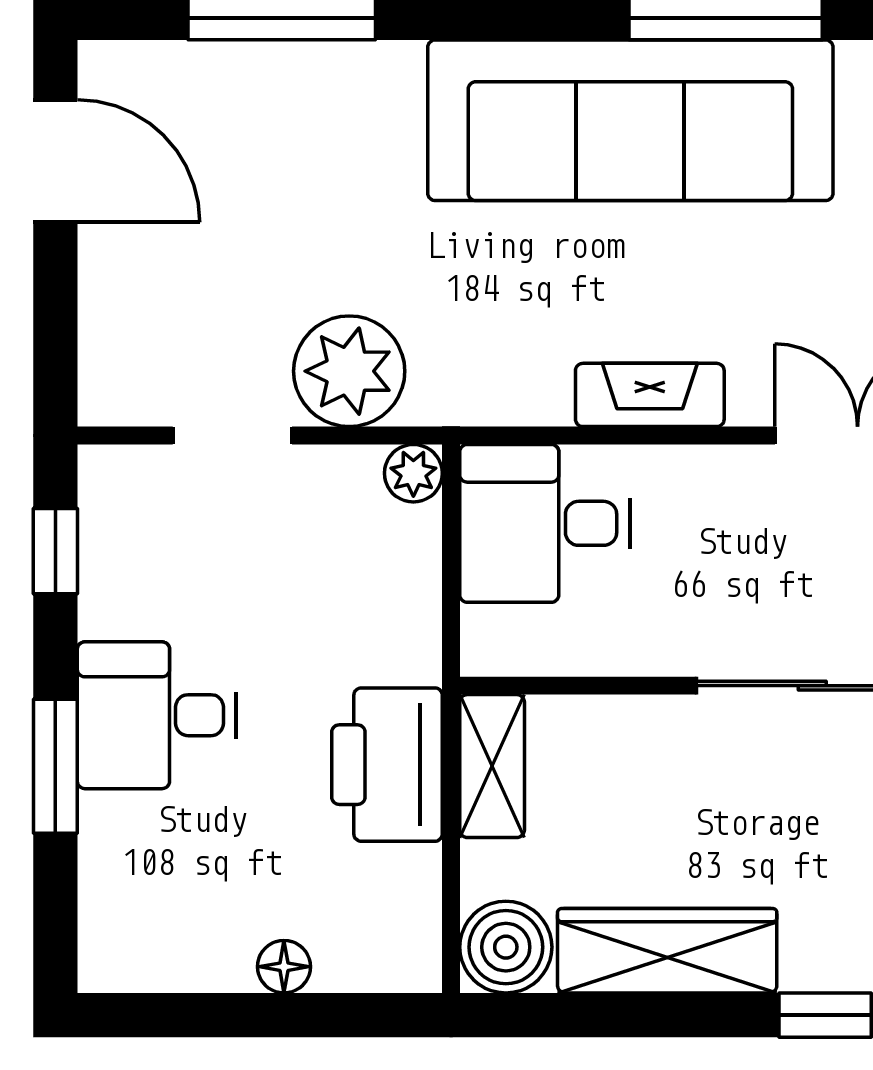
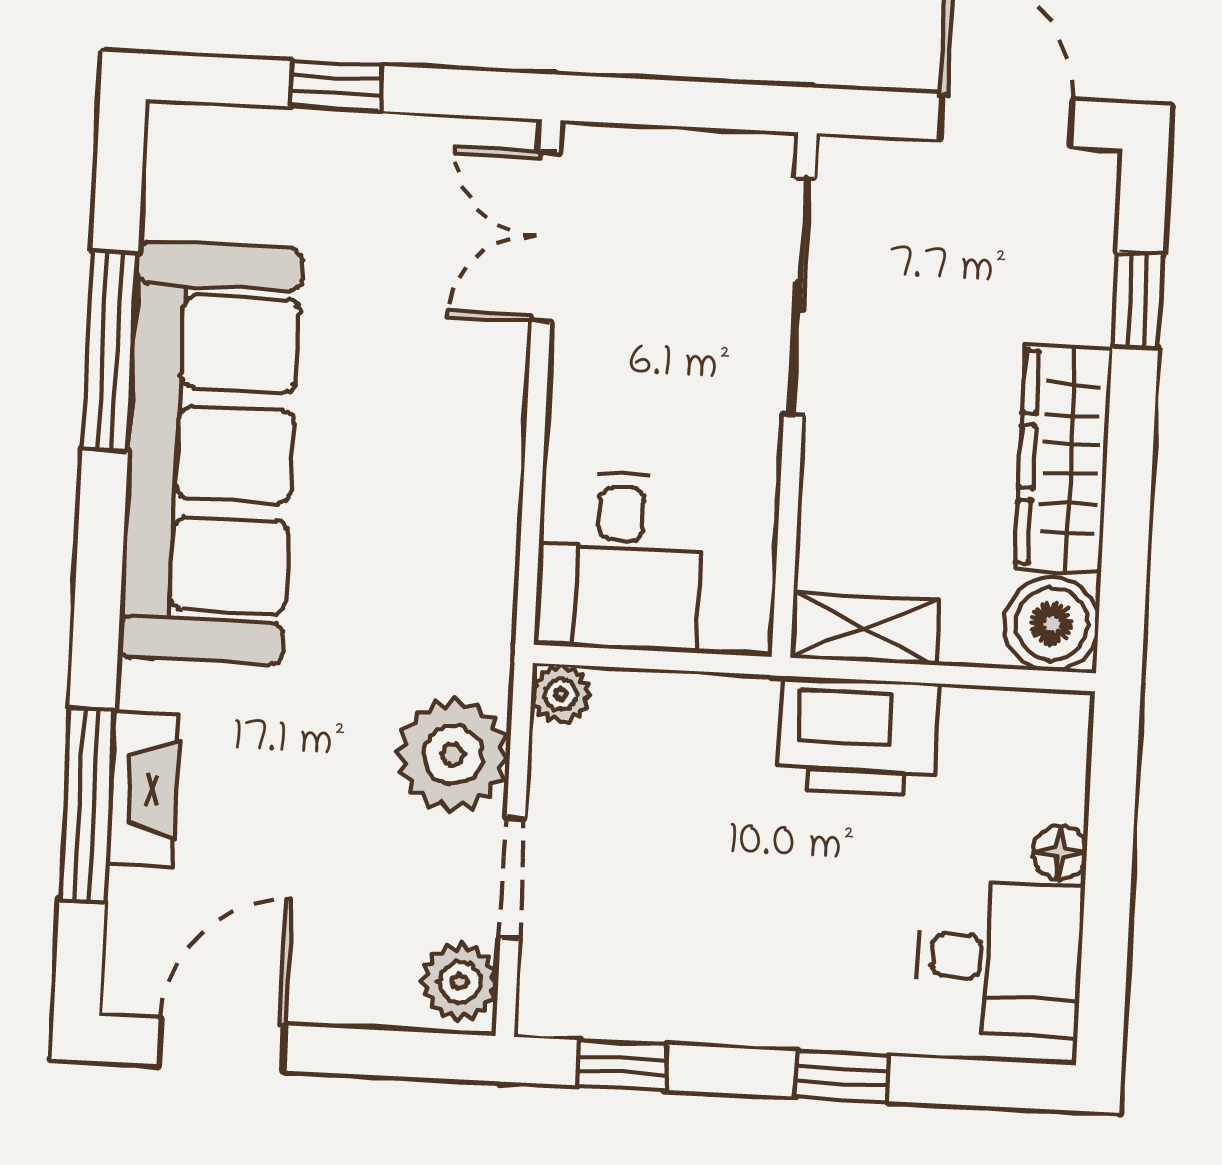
plant: (128, 389) -> (460, 982), added
fireplace: (650, 395) -> (143, 789), moved, turned 180
desk: (157, 715) -> (1000, 958), moved, turned -90
window: (55, 766) -> (843, 1076), width x0.67

